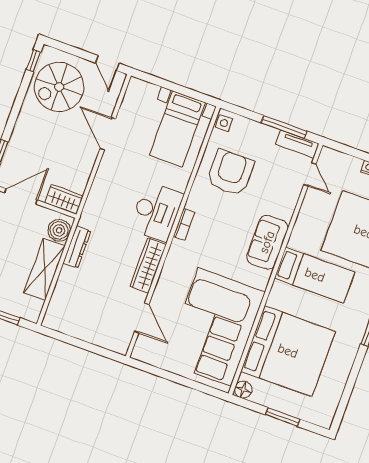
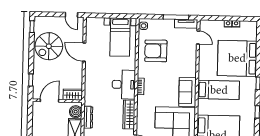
spiral stairs: (59, 87) -> (49, 46), moved
armchair: (230, 173) -> (156, 51), turned -90
sofa: (267, 242) -> (188, 92), moved

